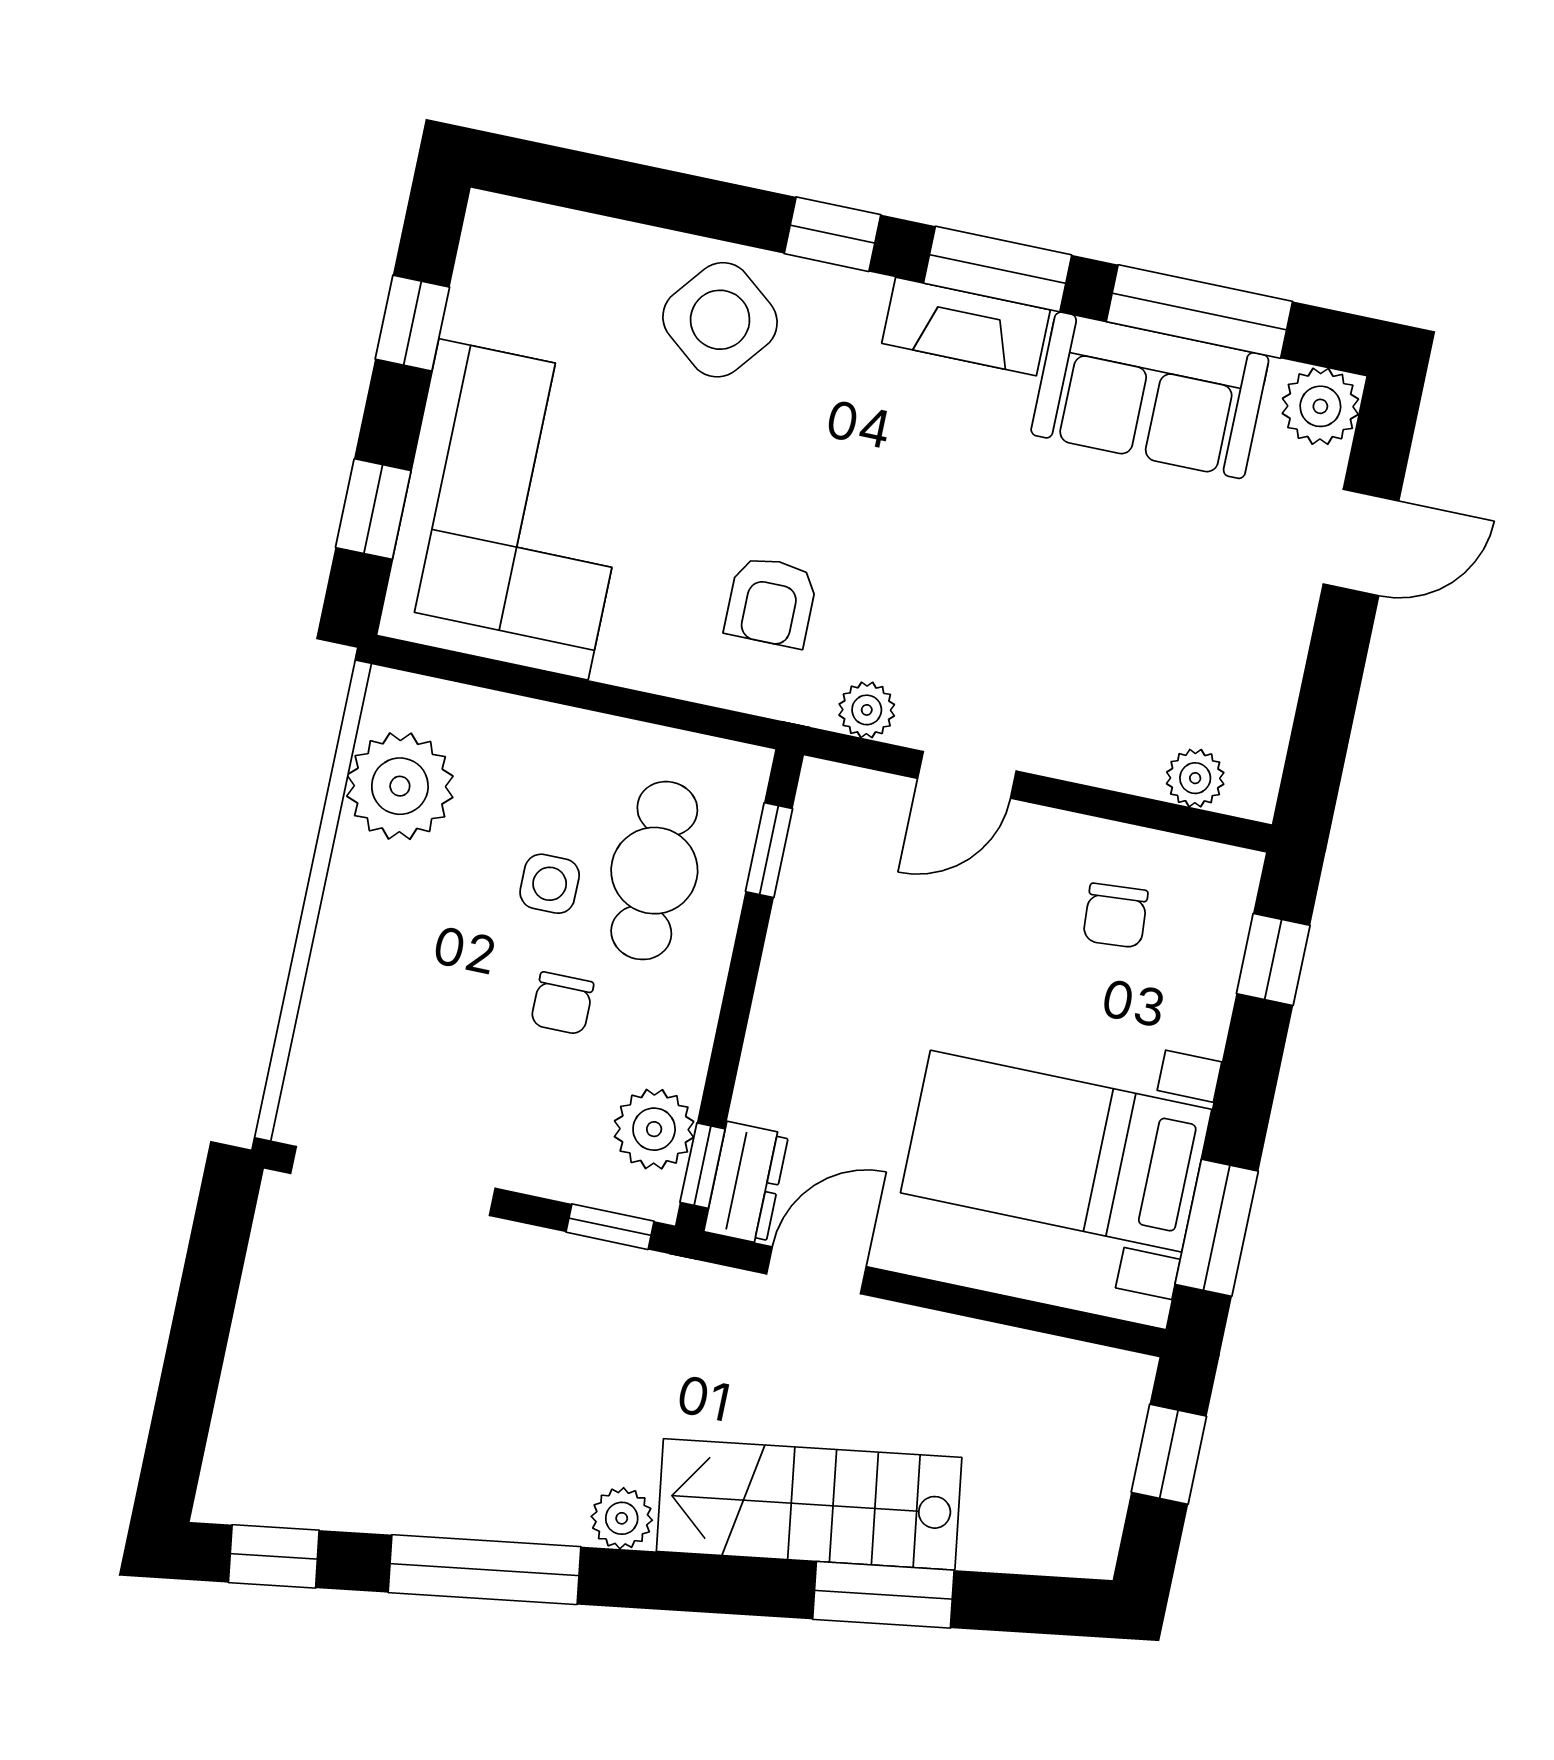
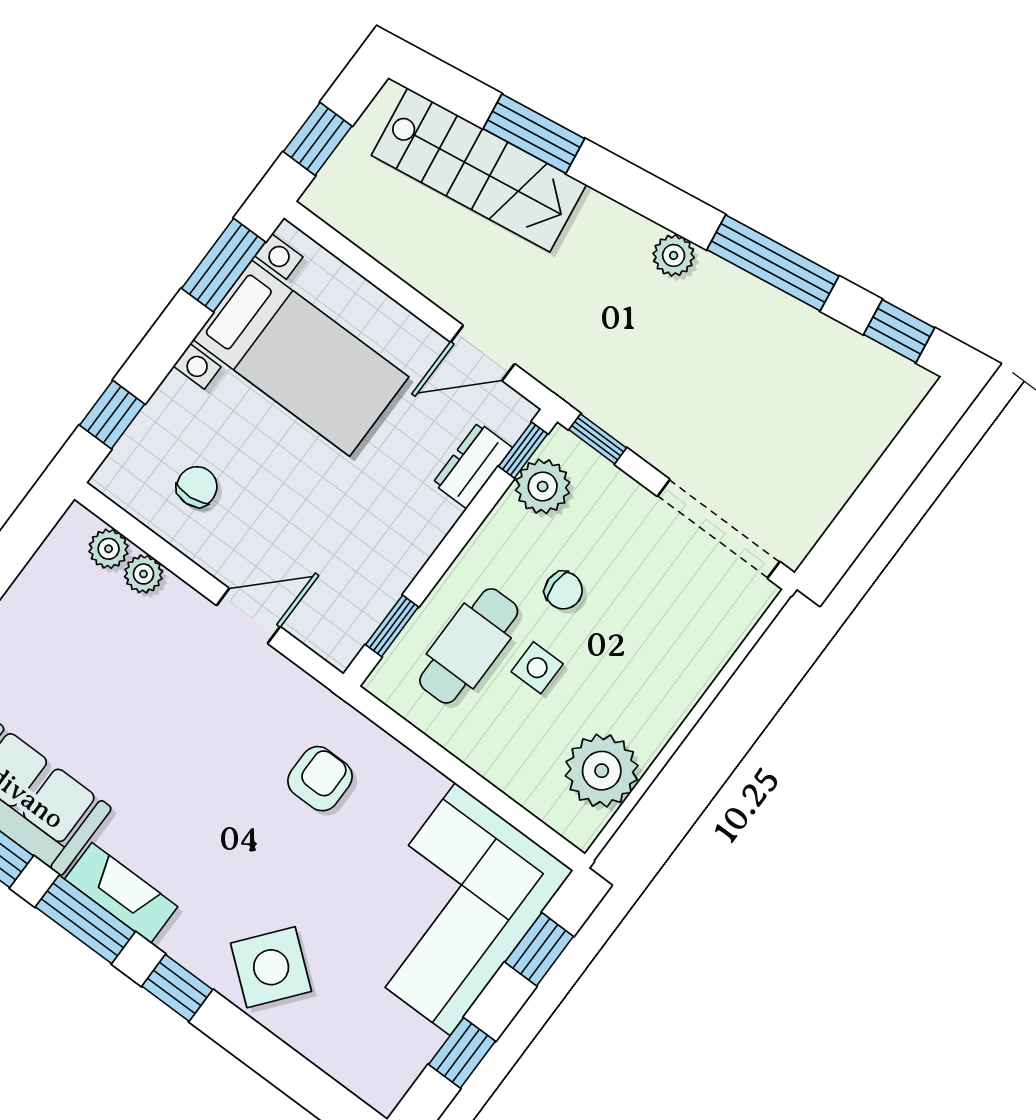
plant: (867, 710) -> (143, 574), moved
chair: (562, 1003) -> (564, 590), turned 90
dresser: (746, 1183) -> (472, 465), moved
stairs: (809, 1504) -> (479, 170), moved

